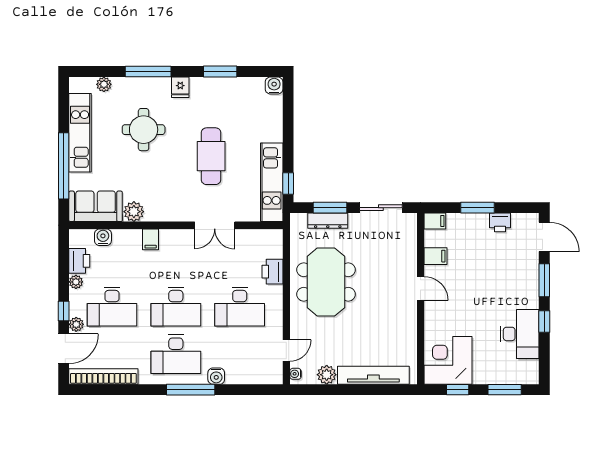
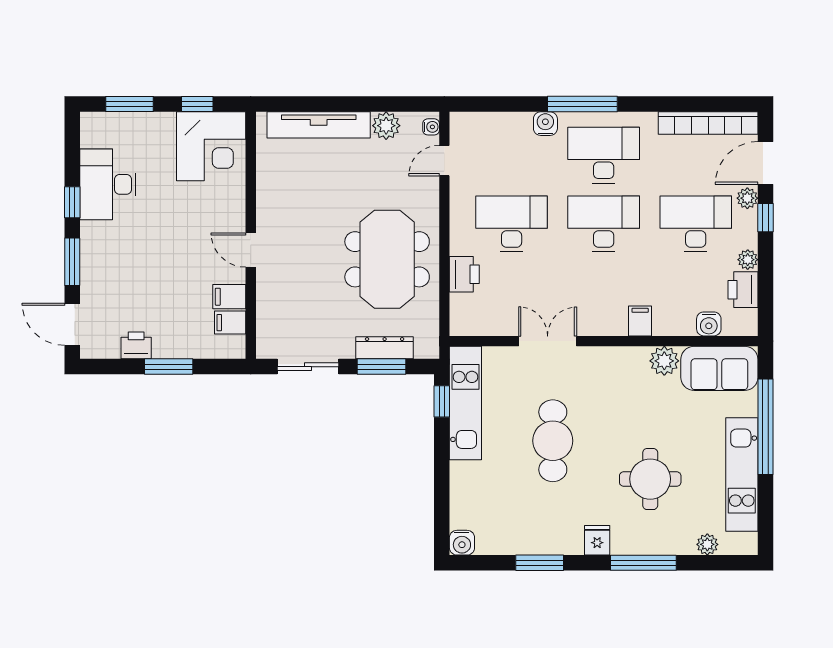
filing cabinet: (435, 221) -> (230, 323), moved

